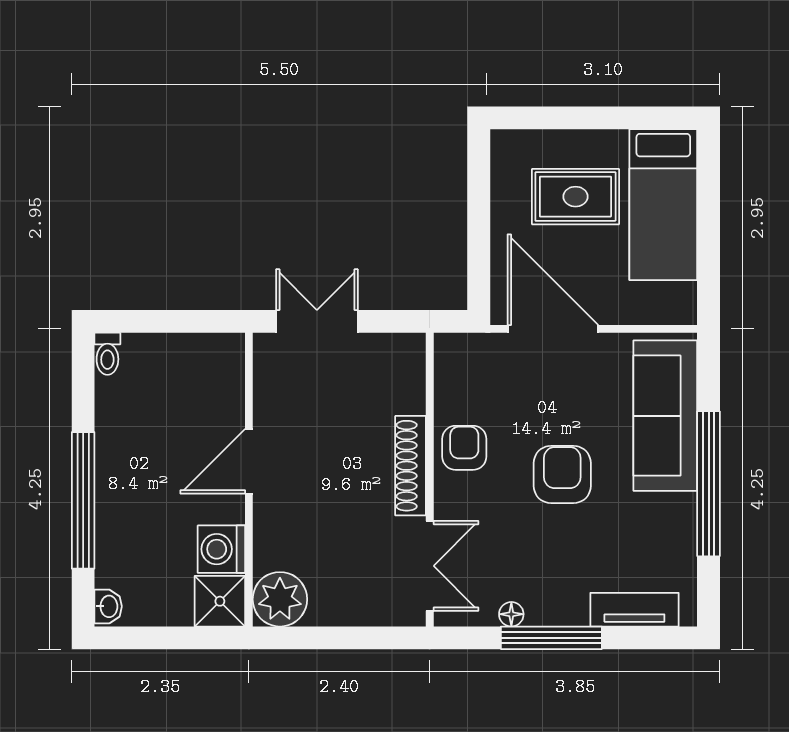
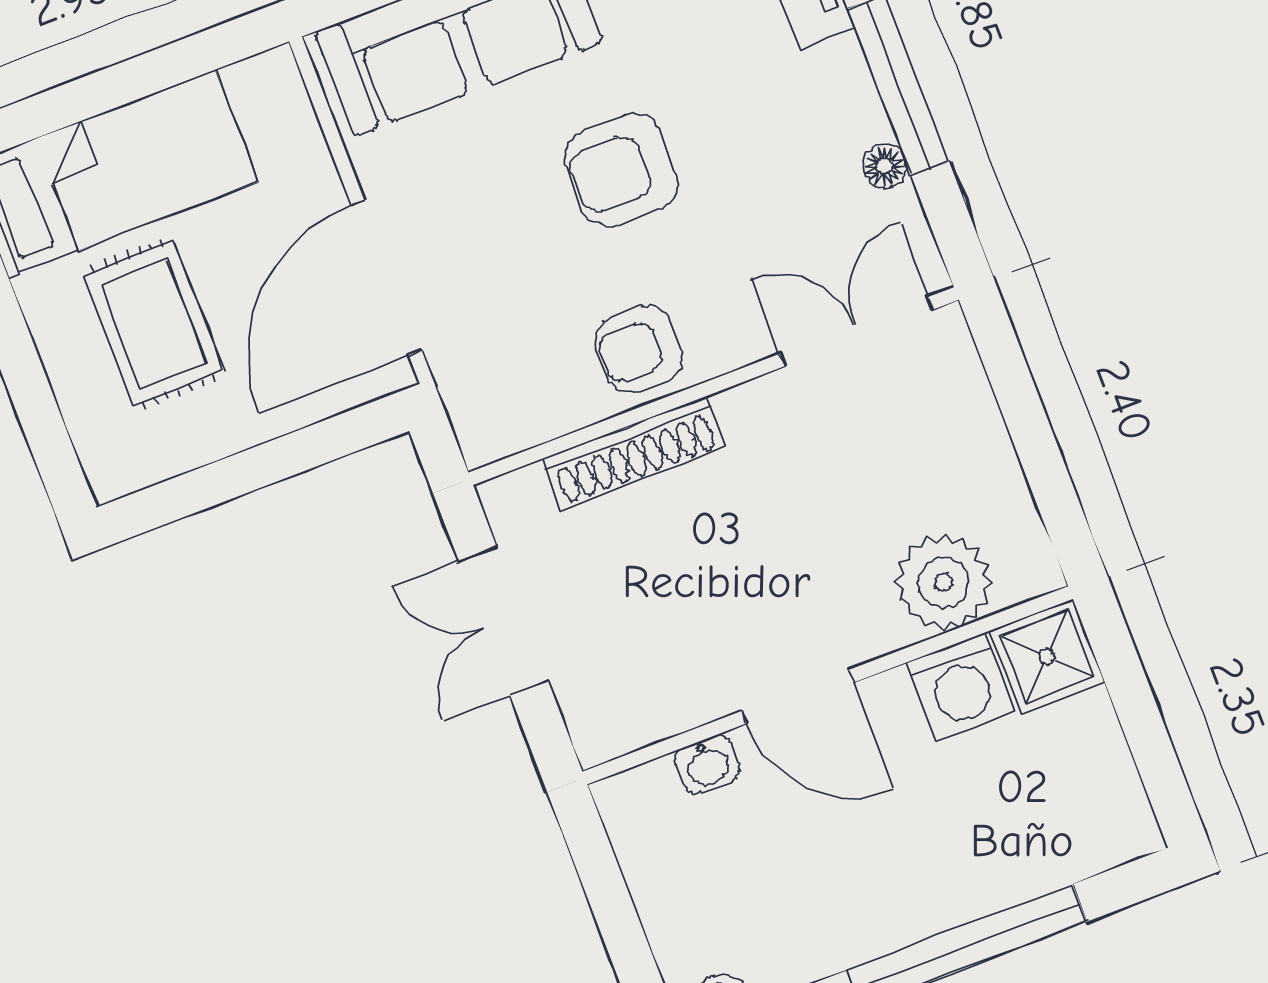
double door: (317, 321) -> (503, 621), moved
shoe rack: (411, 466) -> (634, 453), moved
plant: (280, 599) -> (944, 582), moved
washbasin: (108, 606) -> (707, 764), moved, turned 180

